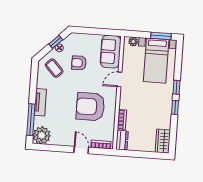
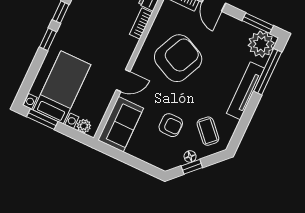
tv unit: (40, 102) -> (245, 91), width x1.41
armchair: (90, 107) -> (178, 58), turned -65
window: (49, 148) -> (258, 23), added

